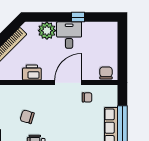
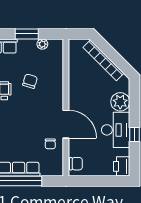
desk: (69, 35) -> (116, 130), width x1.37
printer: (32, 73) -> (122, 166), moved, turned 180

